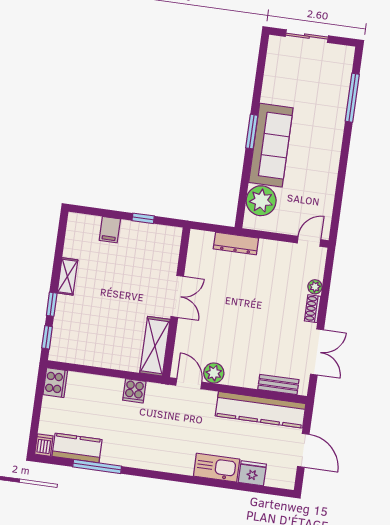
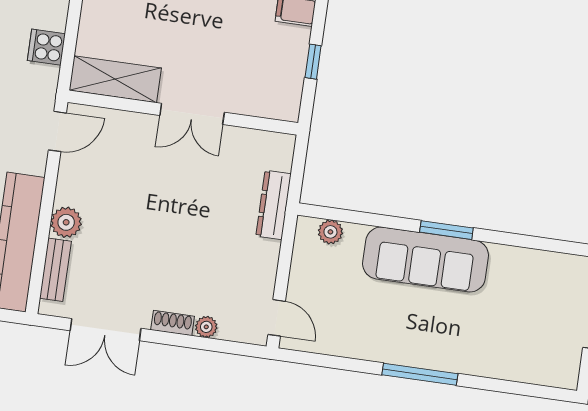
window: (352, 98) -> (420, 374), moved
plant: (261, 201) -> (330, 232), width x0.53, depth x0.53
plant: (214, 373) -> (66, 222), moved

